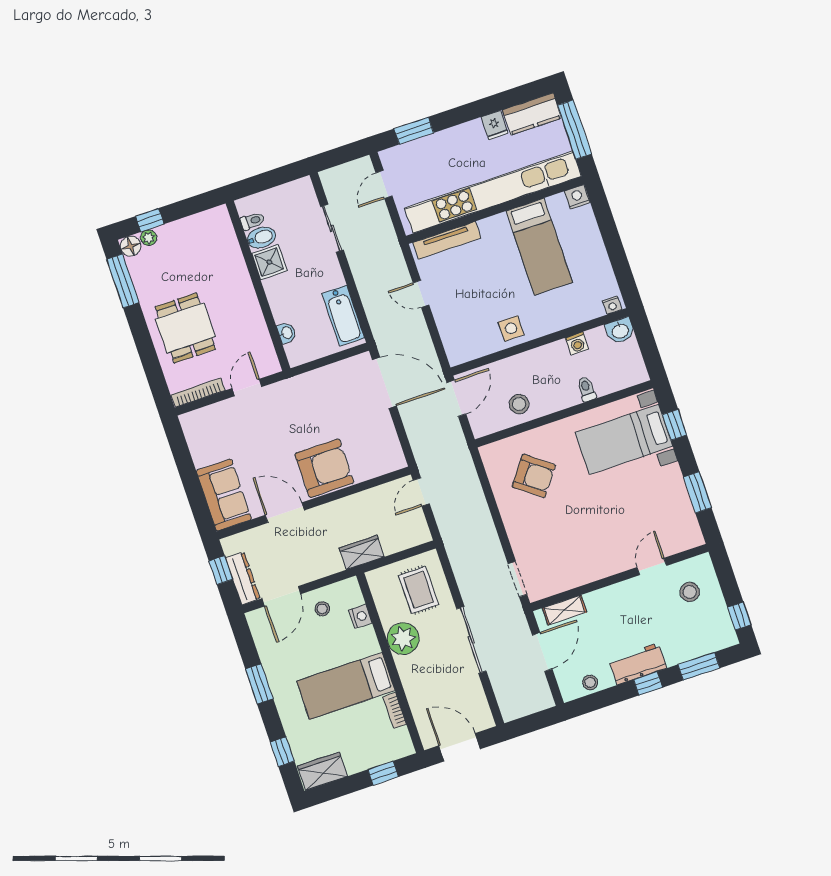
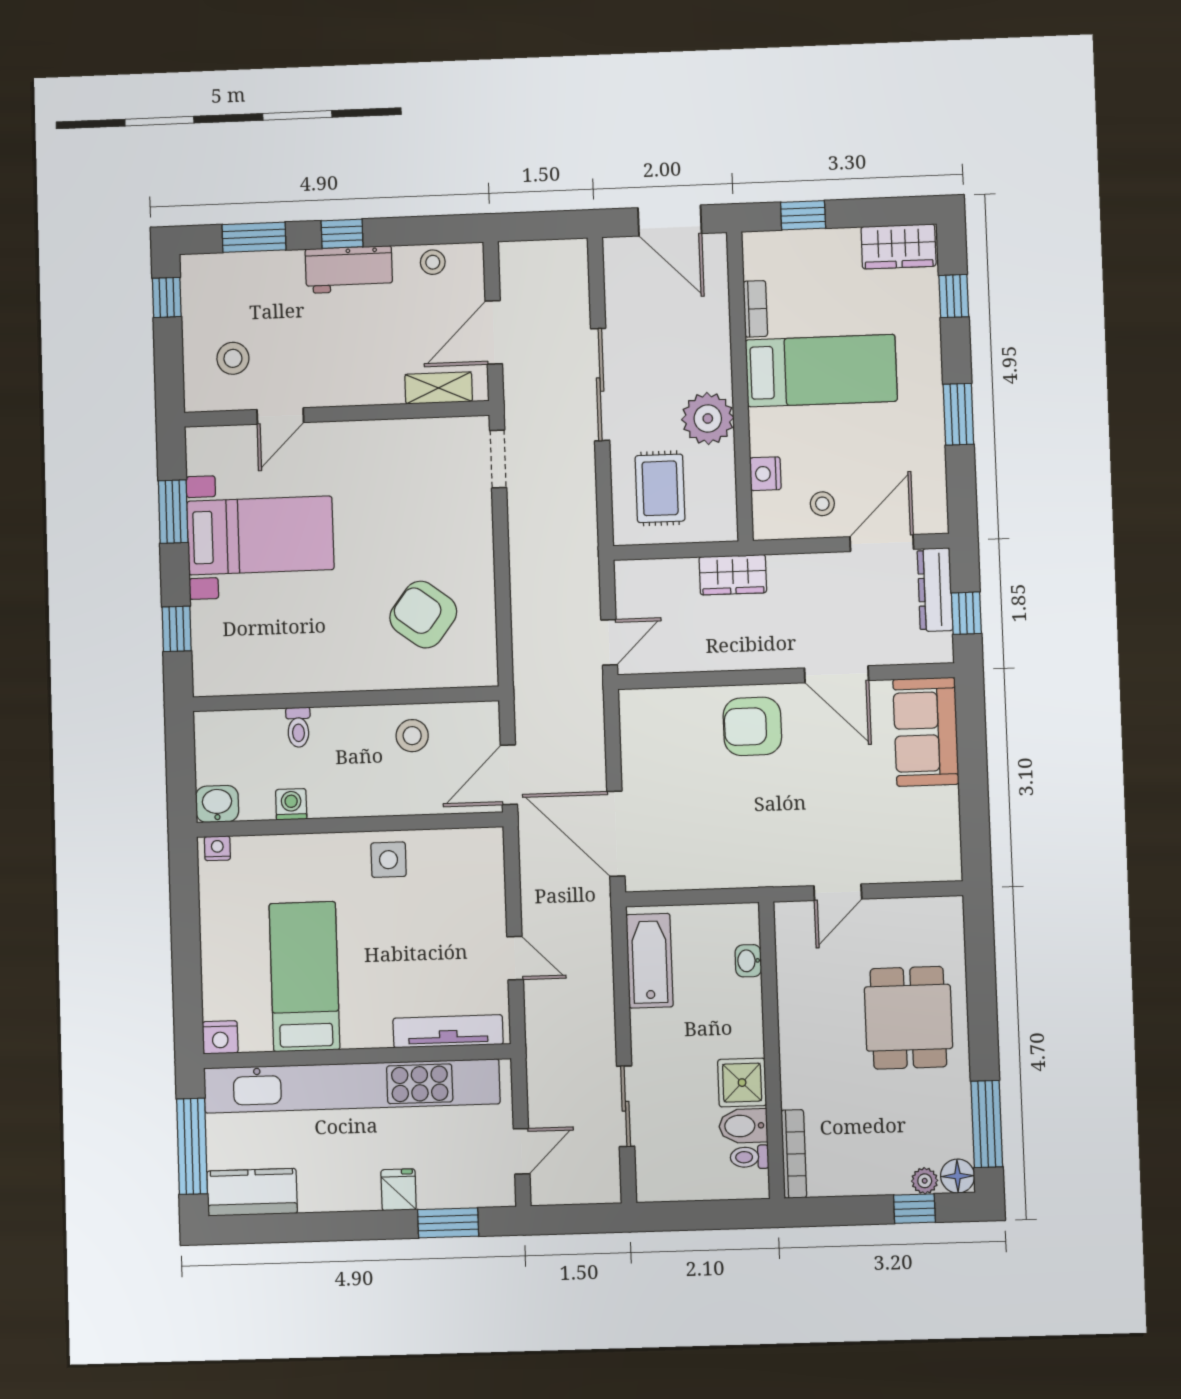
fridge: (495, 125) -> (399, 1190), moved
bookcase: (198, 392) -> (794, 1154), moved, turned -90
bed with nightstands: (624, 439) -> (260, 535), moved
armchair: (324, 468) -> (752, 726), width x0.73, depth x0.73

